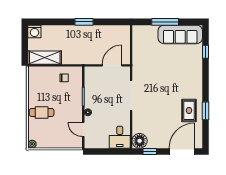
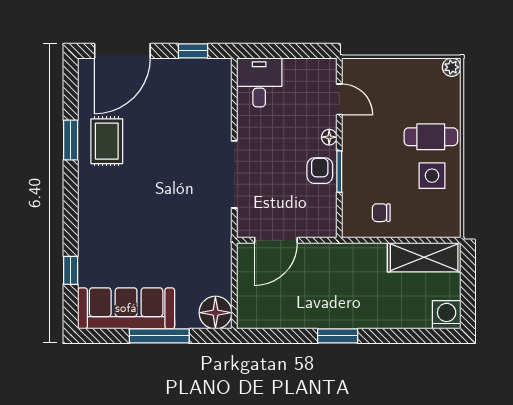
side table: (41, 95) -> (432, 176), added
armchair: (92, 97) -> (320, 171), added
floor lamp: (140, 141) -> (215, 313), moved

